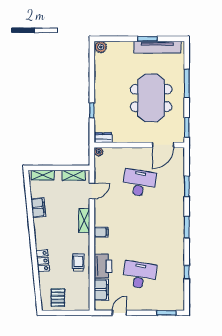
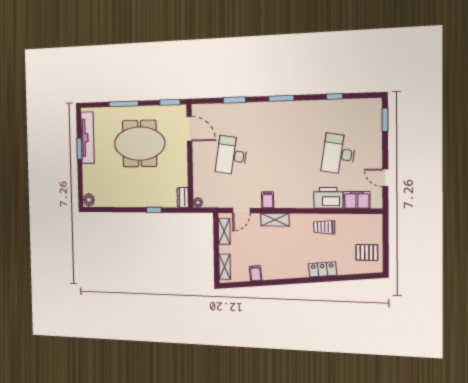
door: (92, 191) -> (241, 210), swing flipped
filing cabinet: (38, 208) -> (256, 273), width x0.50
filing cabinet: (101, 232) -> (268, 200), moved

